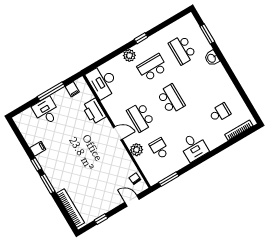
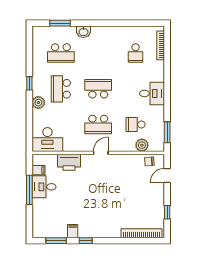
desk: (46, 111) -> (44, 187), moved
school desk: (220, 113) -> (136, 53), turned 180
plant: (136, 150) -> (142, 145), moved
window: (48, 184) -> (56, 241), moved

